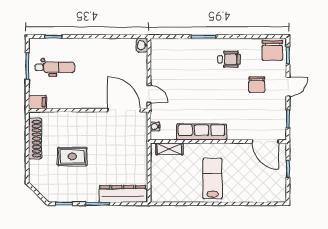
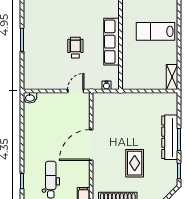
wheelchair: (229, 59) -> (75, 48), moved
door: (124, 110) -> (91, 145), moved
shelving: (169, 149) -> (172, 77), moved
dresser: (123, 194) -> (170, 137), moved

